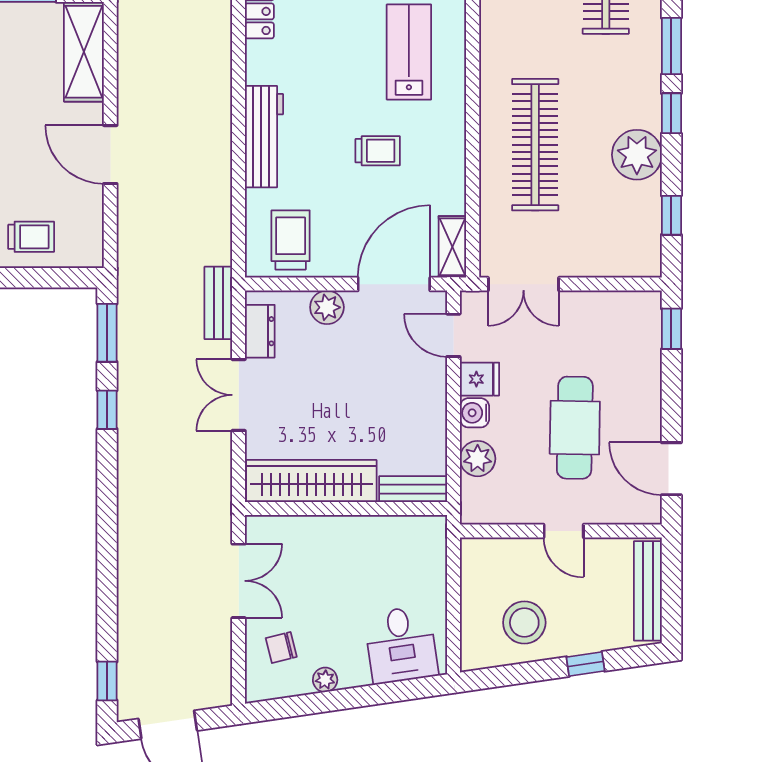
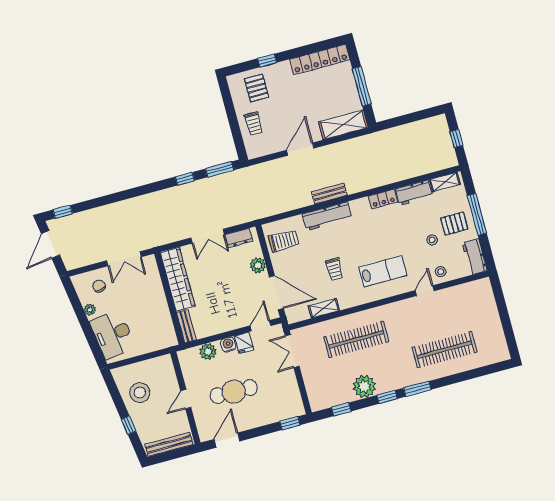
shelving: (452, 247) -> (324, 308), moved
bench: (218, 303) -> (329, 194), moved
double door: (239, 395) -> (208, 236), swing flipped
desk: (401, 645) -> (113, 334), width x1.37

